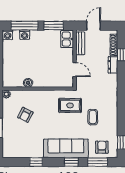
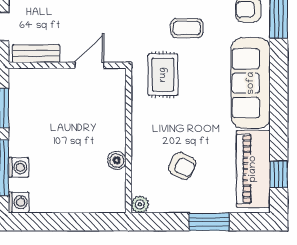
kitchen sink: (67, 39) -> (27, 81), removed
piano: (24, 150) -> (253, 169), added
window: (36, 162) -> (279, 174), moved
window: (71, 162) -> (279, 72), removed

